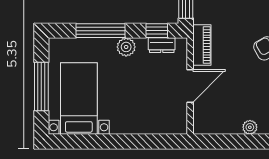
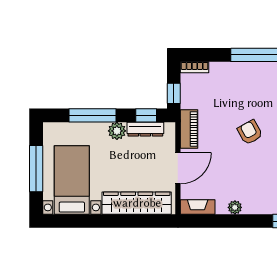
dresser: (162, 45) -> (145, 129), width x1.44
wardrobe: (147, 123) -> (137, 203), added
fireplace: (211, 127) -> (198, 207), added

